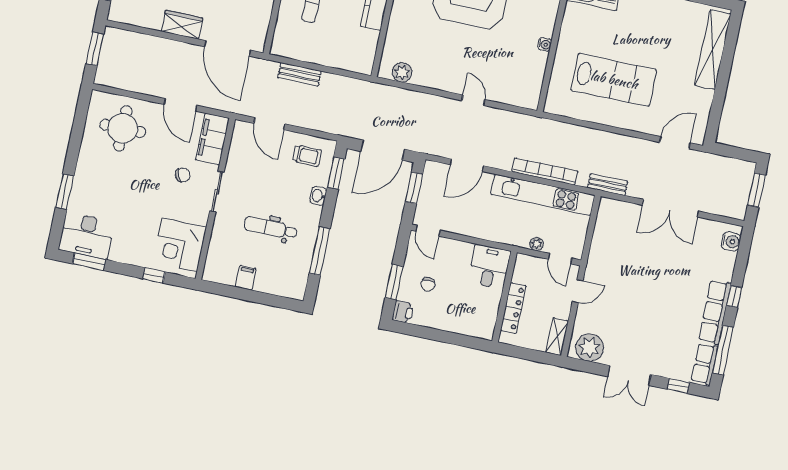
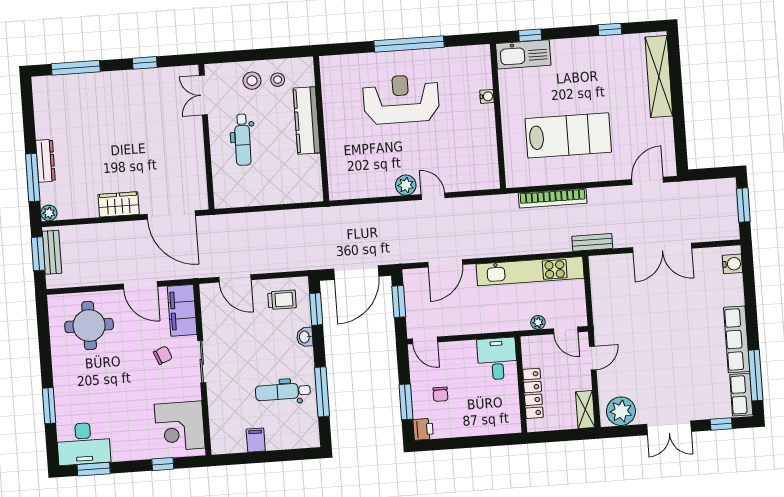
plant: (115, 14) -> (49, 213), added
water cooler: (545, 44) -> (487, 96), moved
plant: (402, 72) -> (406, 185), moved
bench: (299, 74) -> (52, 252), moved, turned 90
bookcase: (545, 171) -> (553, 198), moved, turned 180
dental chair: (271, 228) -> (283, 392), moved
window: (734, 297) -> (751, 318), removed

